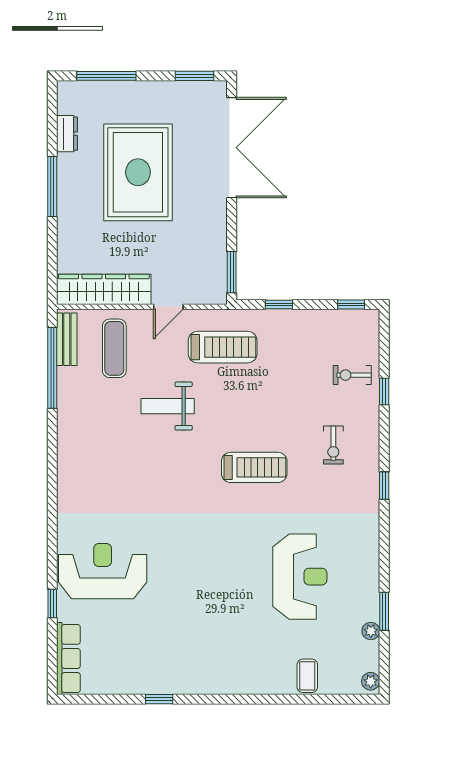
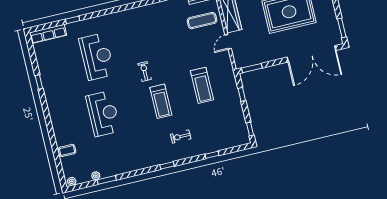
door: (168, 307) -> (228, 42), hinge flipped
treadmill: (223, 347) -> (202, 85), moved
exercise bike: (352, 375) -> (145, 71), moved
weight bench: (168, 406) -> (180, 53), removed
reception desk: (103, 571) -> (97, 57), moved
reception desk: (300, 577) -> (103, 113), moved, turned -90

